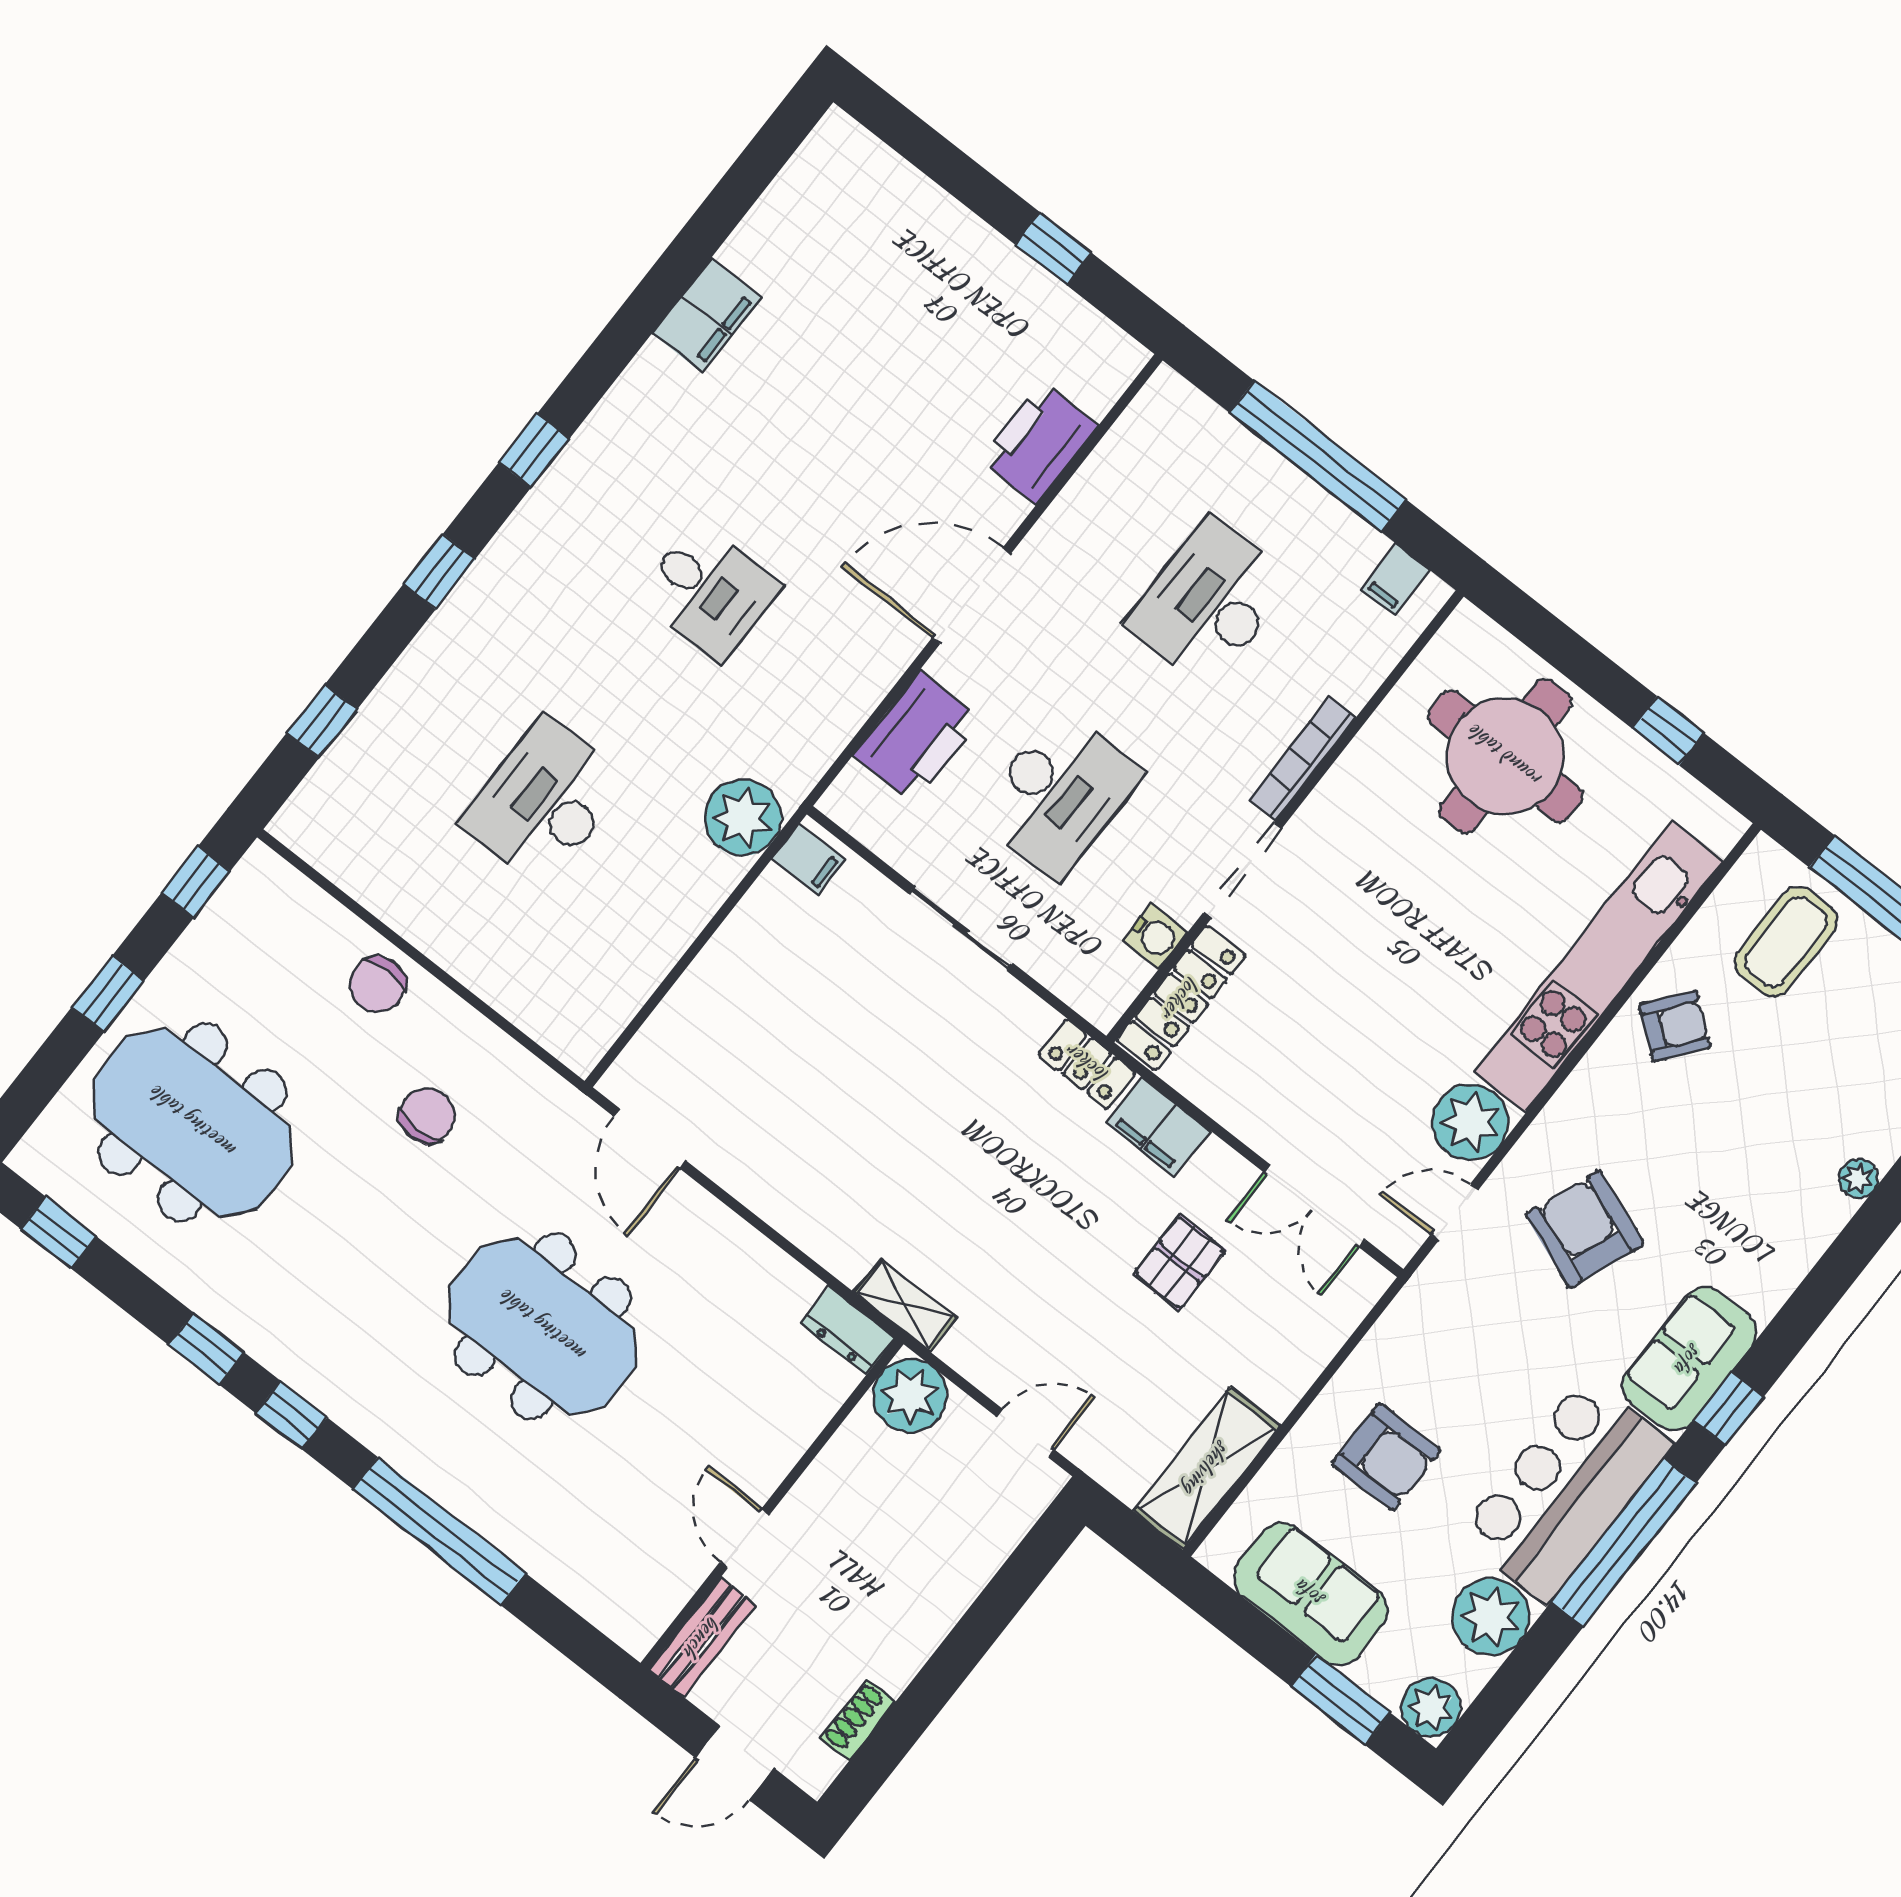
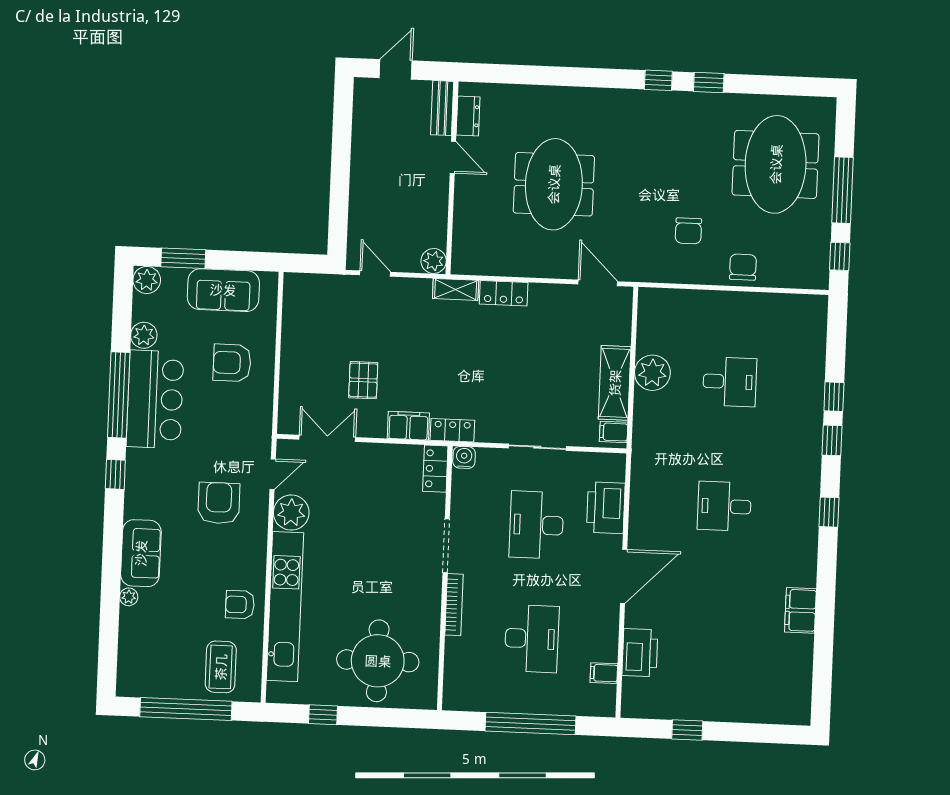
filing cabinet: (1396, 579) -> (604, 673), moved, turned -90
window: (322, 721) -> (834, 397), moved
desk: (544, 802) -> (730, 382), width x0.73
plant: (743, 818) -> (652, 373), moved
water cooler: (1155, 936) -> (464, 457), moved, turned 90
window: (108, 994) -> (843, 190), width x2.17
locker: (1181, 998) -> (435, 469), width x0.66
armchair: (1675, 1026) -> (240, 605), turned 52
meeting table: (193, 1122) -> (776, 164), turned 90
armchair: (1585, 1229) -> (219, 503), turned -111
window: (58, 1233) -> (796, 86), removed
locker: (827, 1238) -> (504, 293), added
meeting table: (543, 1326) -> (554, 184), moved, turned 90
dresser: (848, 1330) -> (468, 116), moved, turned 90
sofa: (1689, 1359) -> (141, 553), moved
plant: (910, 1396) -> (434, 261), width x0.73, depth x0.73
door: (1026, 1433) -> (375, 273), swing flipped
shelving: (1207, 1468) -> (615, 383), moved
window: (439, 1531) -> (571, 77), removed
plant: (1491, 1617) -> (144, 335), width x0.73, depth x0.73
shoe rack: (858, 1720) -> (361, 119), removed

